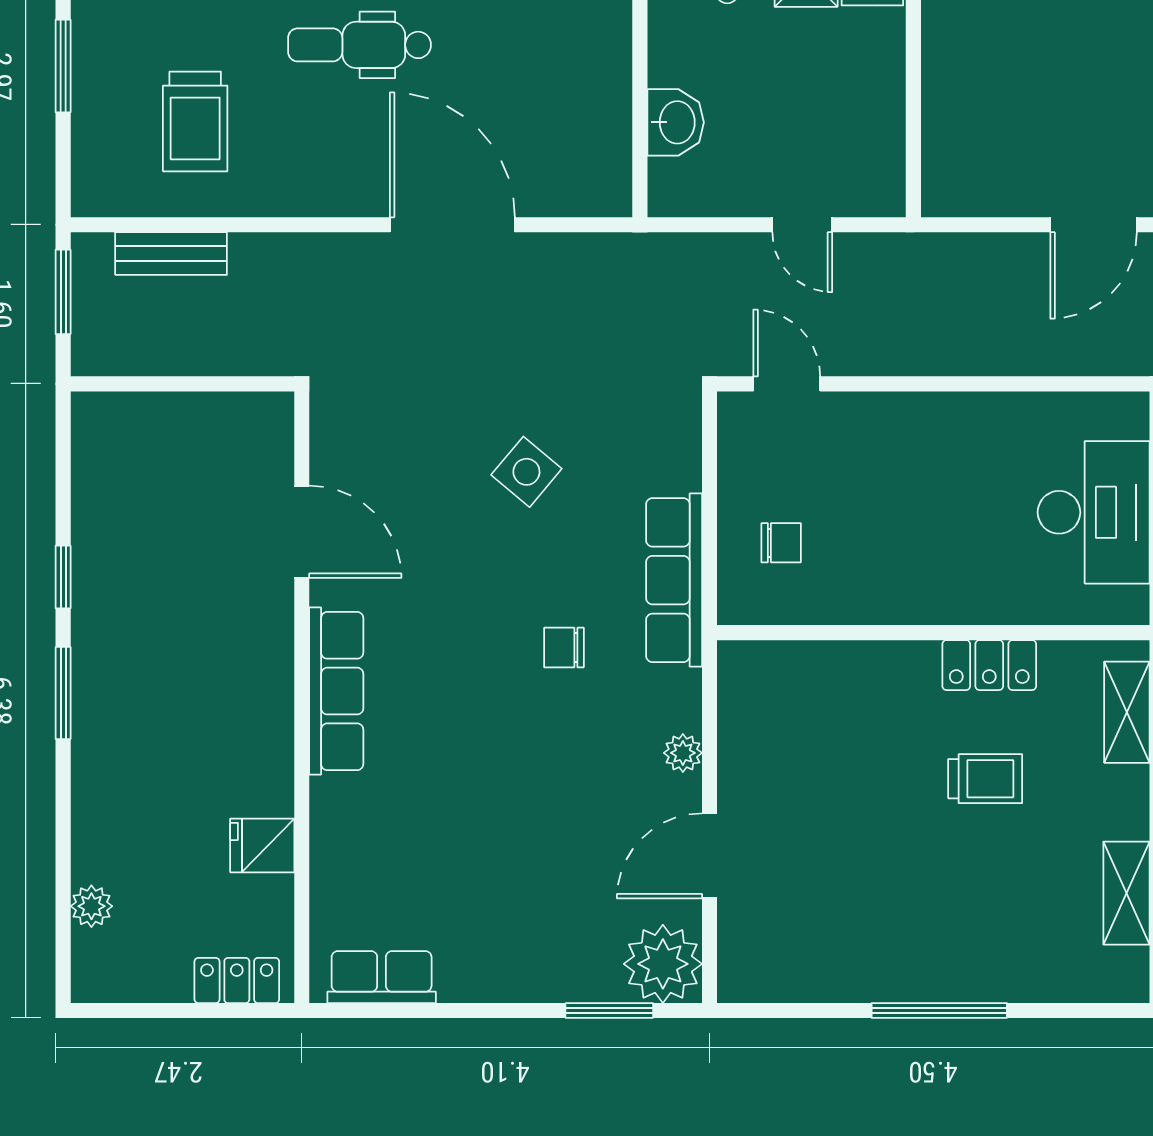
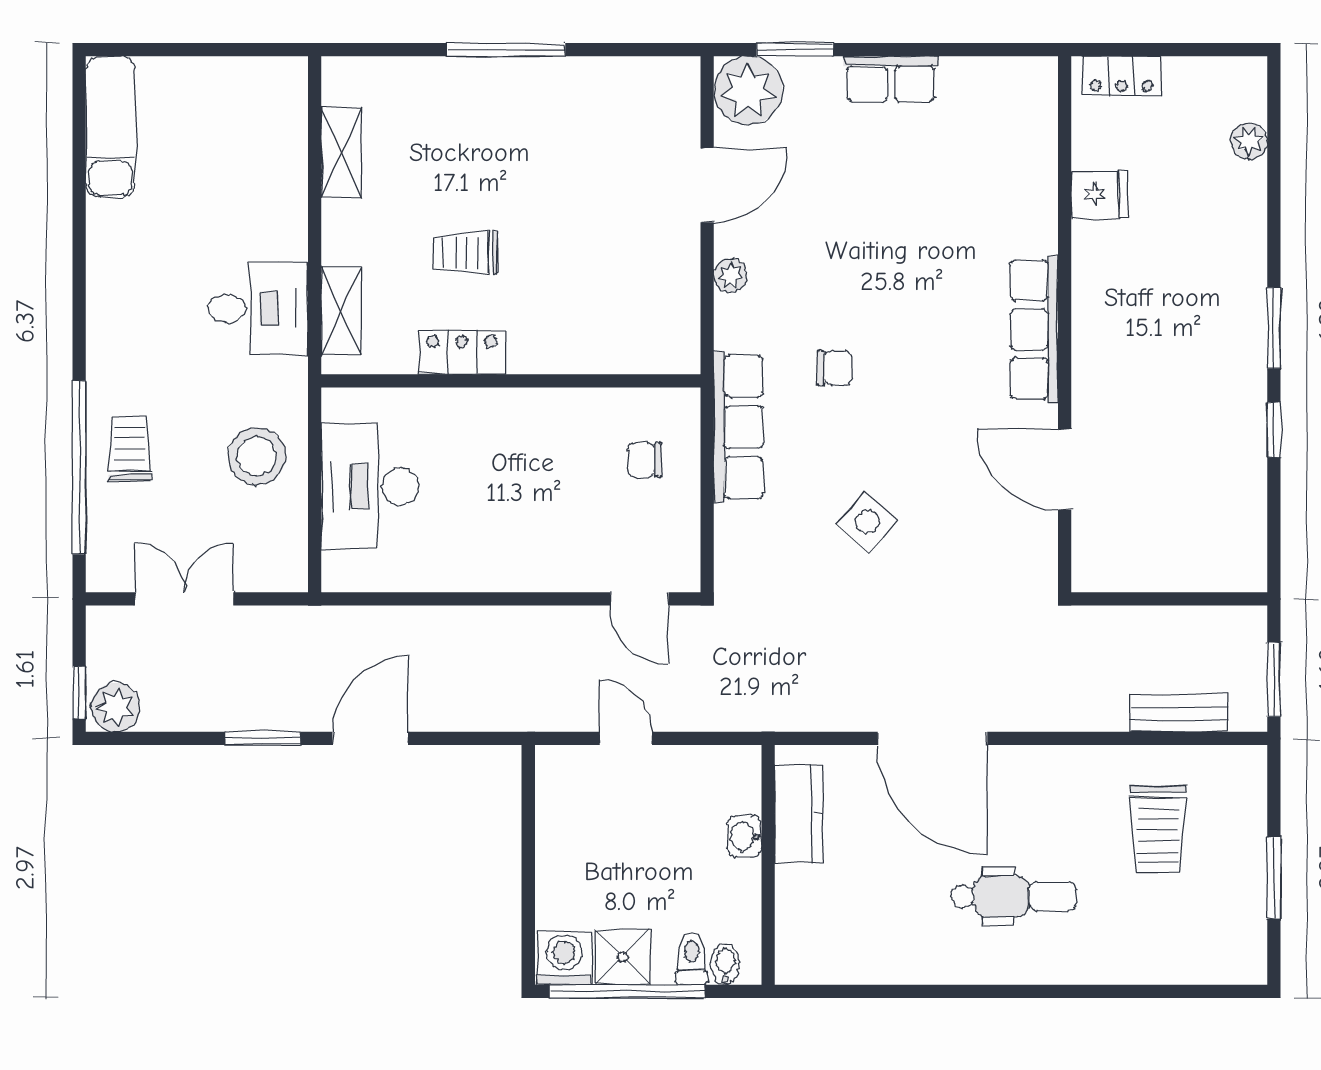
trolley: (195, 121) -> (1158, 829), turned 180
washbasin: (676, 122) -> (744, 836), width x0.72, depth x0.69
kitchen counter: (605, 138) -> (799, 814), added
row of seats: (382, 977) -> (891, 79), moved

